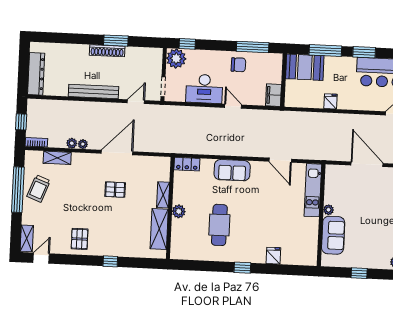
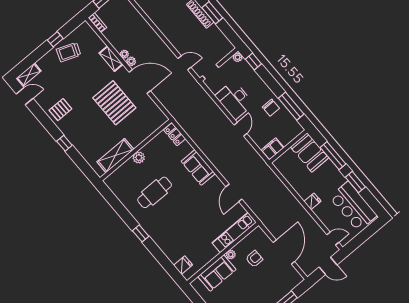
plant: (176, 58) -> (238, 57), width x0.53, depth x0.53
bench: (93, 91) -> (165, 29), removed
fridge: (330, 101) -> (312, 201), moved
plant: (72, 143) -> (131, 61), moved
shelving: (57, 158) -> (111, 59), moved
window: (18, 190) -> (55, 39), width x0.32
pallet: (115, 190) -> (114, 103), width x2.05, depth x2.00
armchair: (350, 194) -> (254, 259), added
shelving: (163, 195) -> (140, 137), removed
fridge: (273, 256) -> (183, 265), moved

